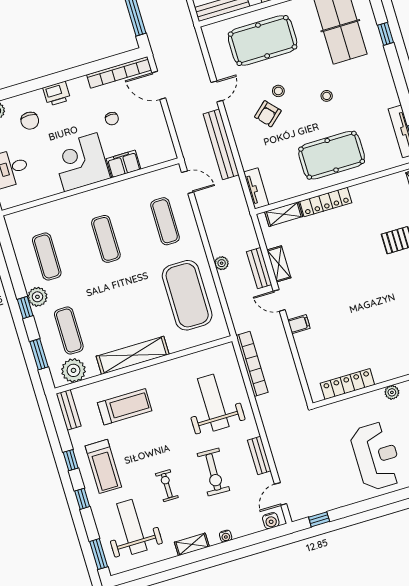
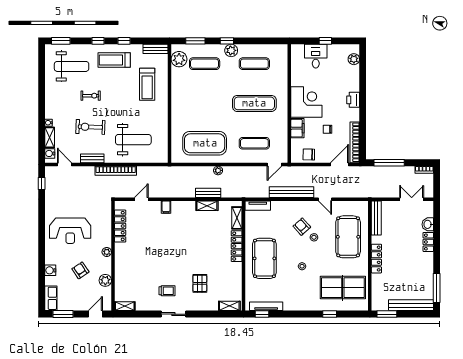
chair: (30, 121) -> (309, 155), moved
exercise mat: (106, 239) -> (254, 103), width x1.36, depth x1.45
door: (279, 300) -> (141, 199), moved
shelving: (133, 355) -> (177, 99), removed
bookcase: (252, 364) -> (116, 171), moved
shelving: (192, 544) -> (50, 137), moved

